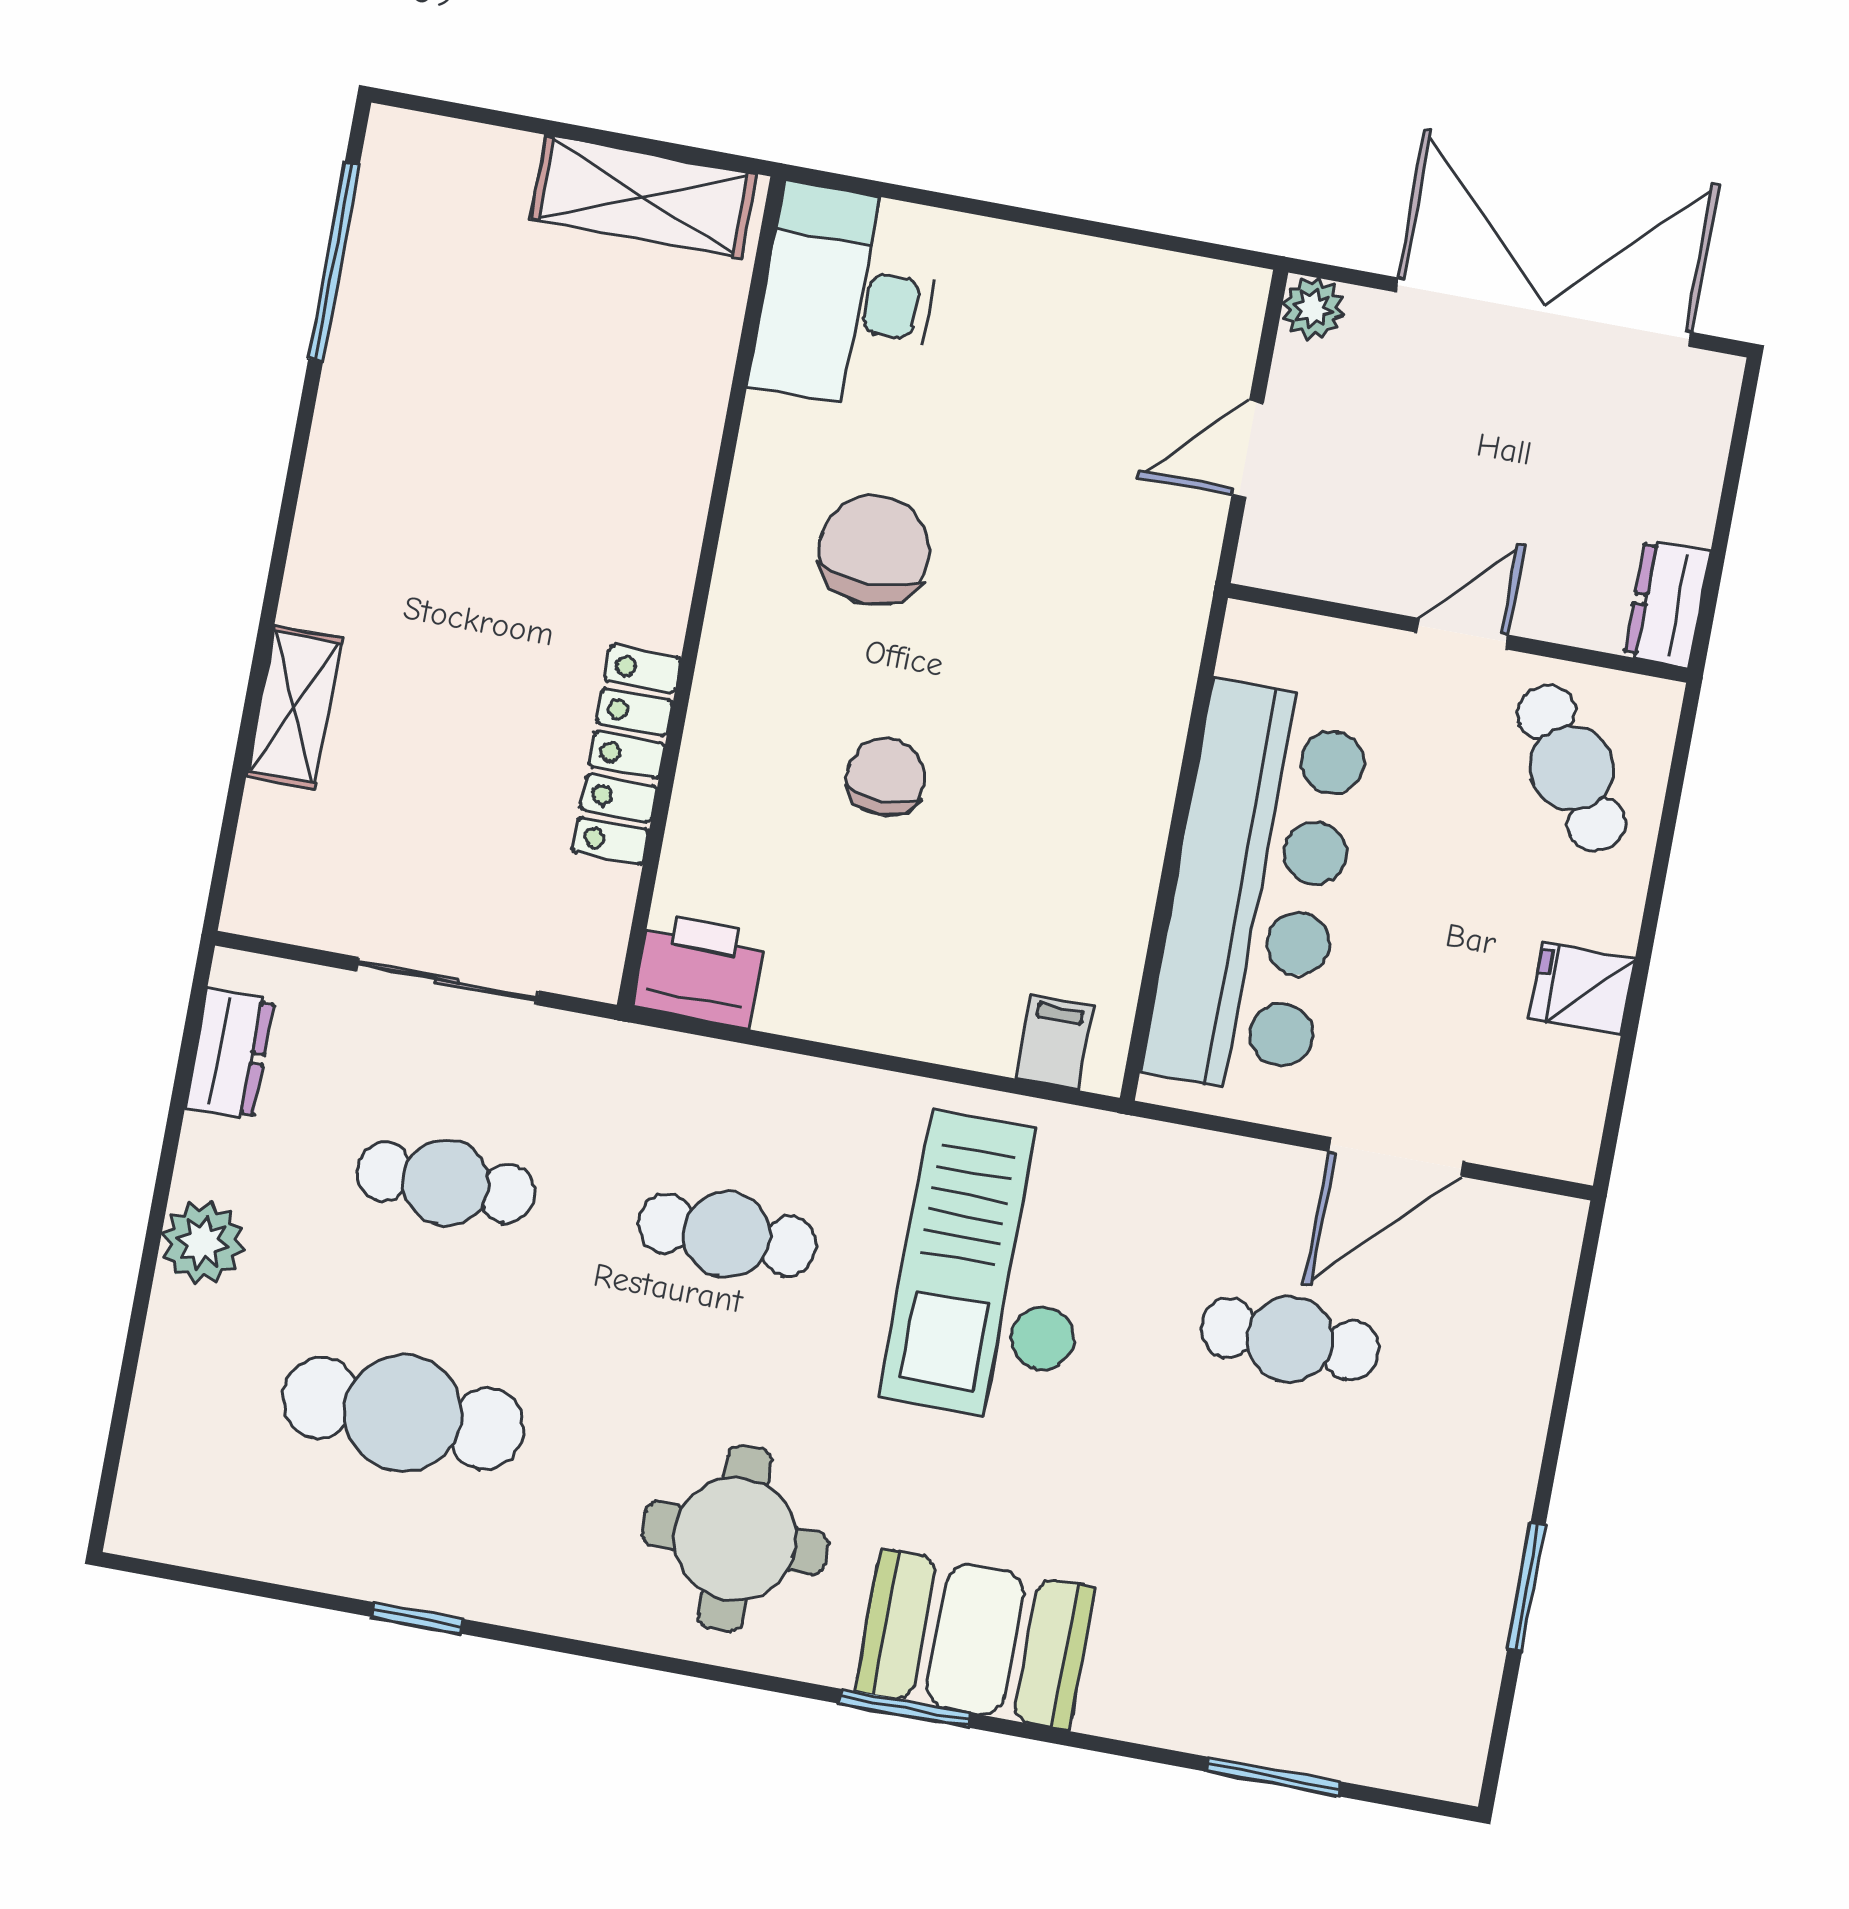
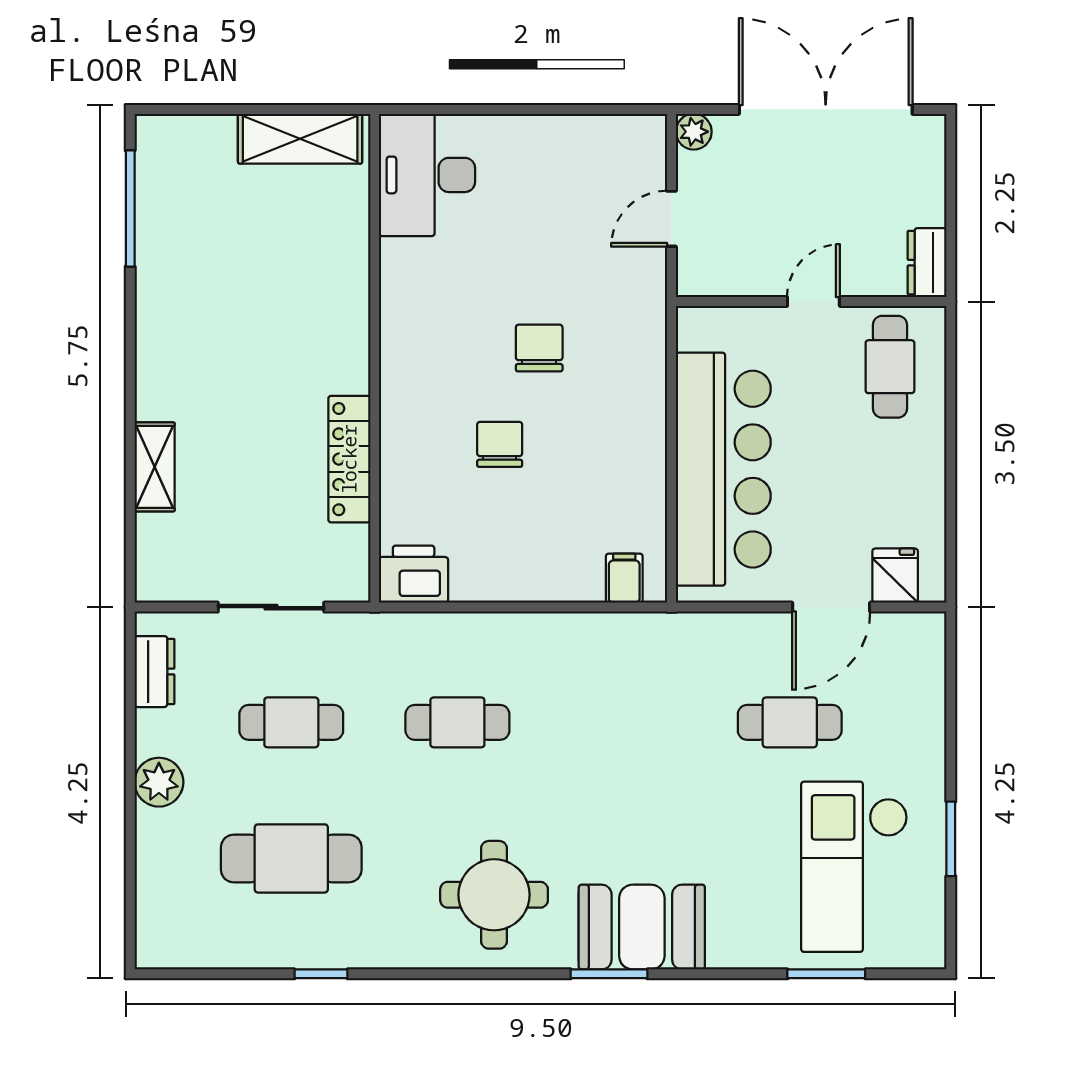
chair: (874, 550) -> (539, 348), moved, width x0.73, depth x0.73
cafe table: (1571, 768) -> (890, 367), turned 35
fridge: (1582, 989) -> (895, 576), moved, turned 90
checkout: (995, 1270) -> (854, 867), moved

